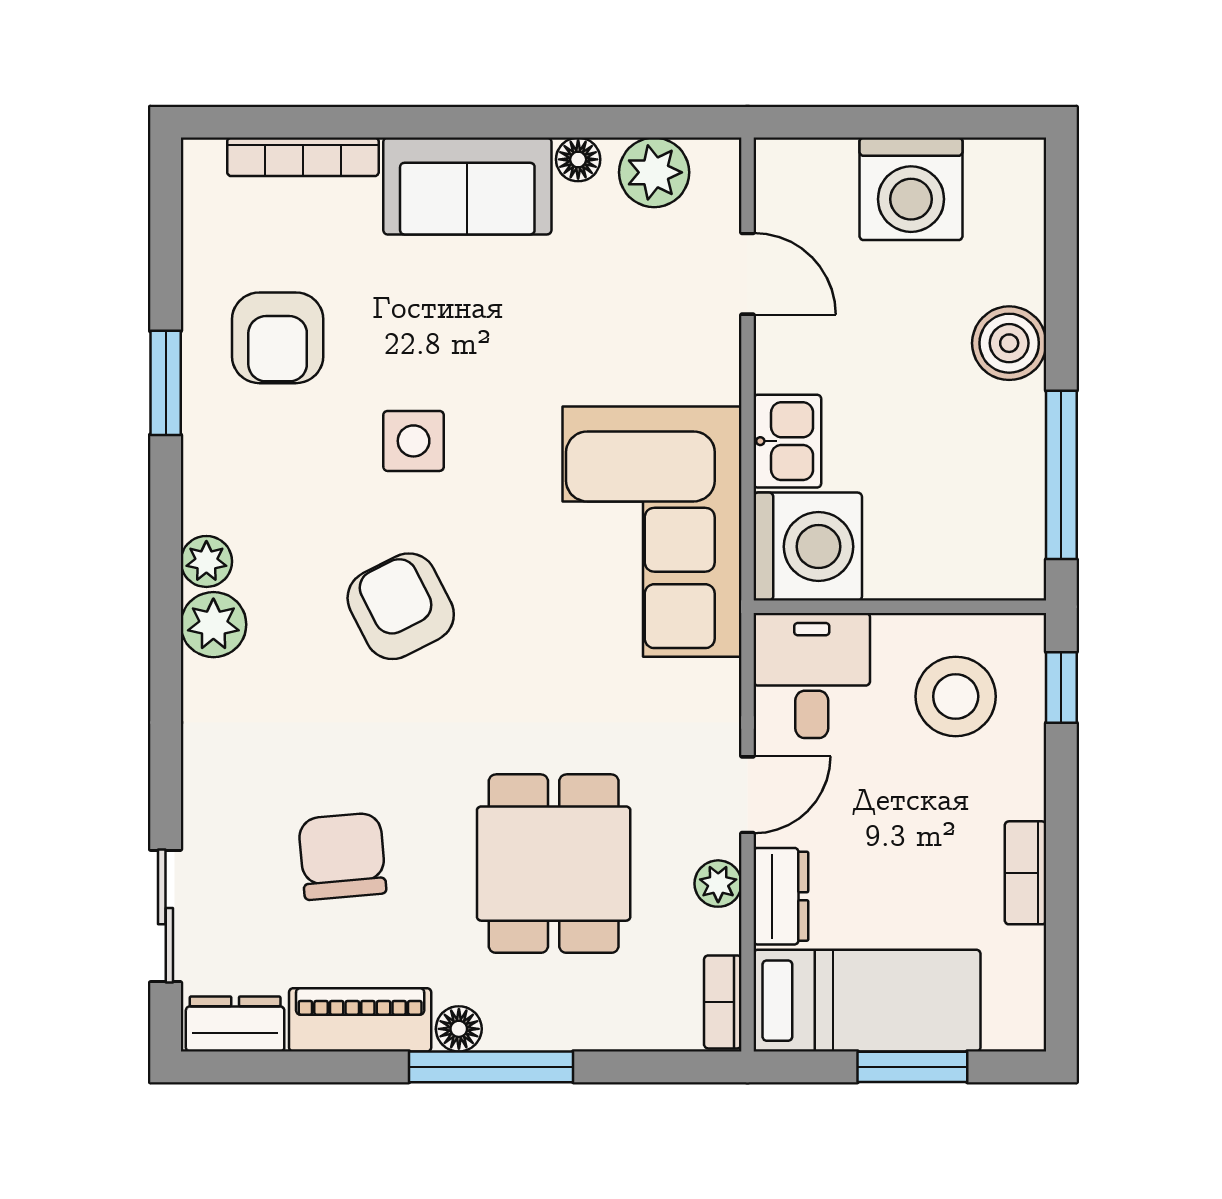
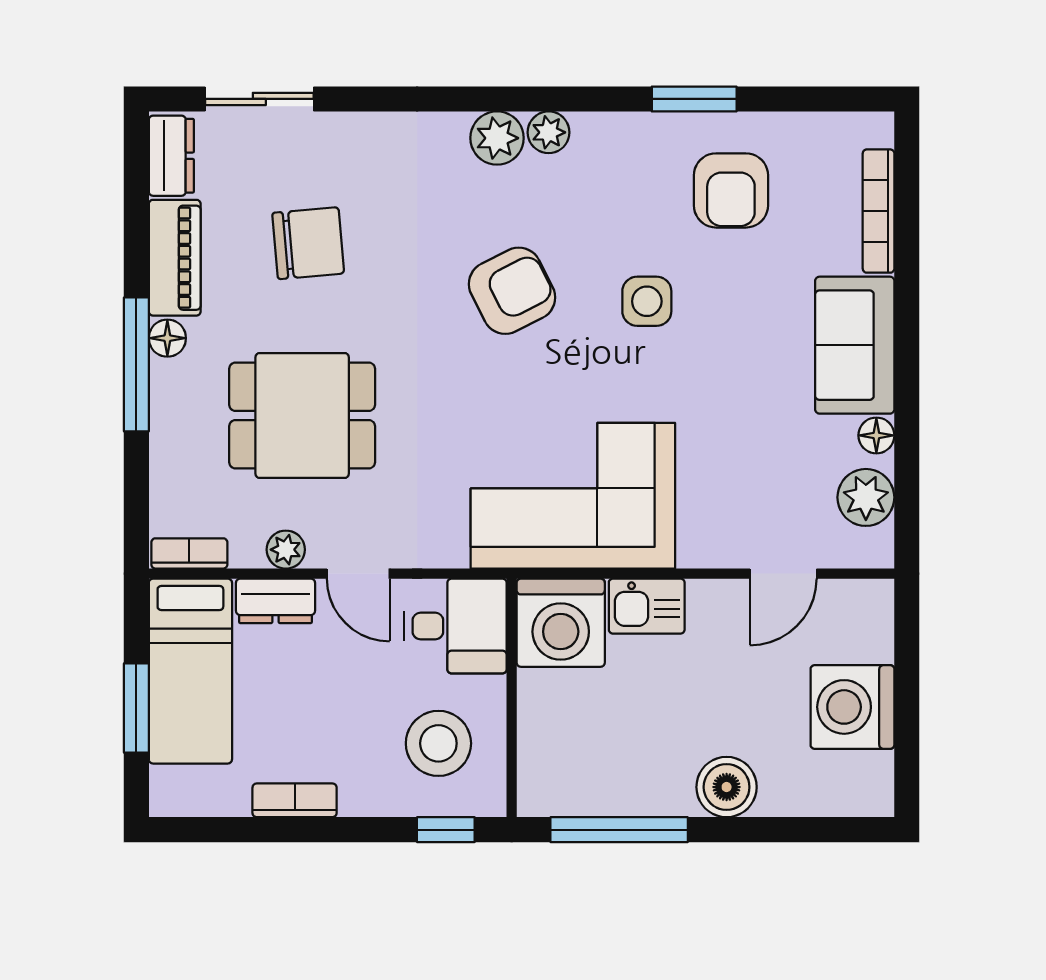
armchair: (278, 338) -> (731, 190), turned -90

